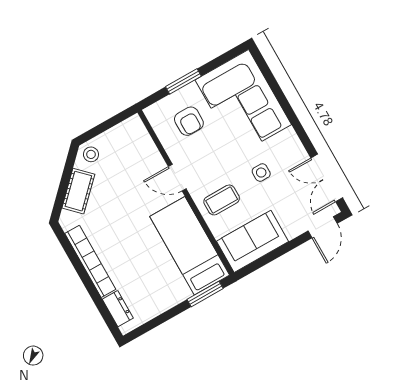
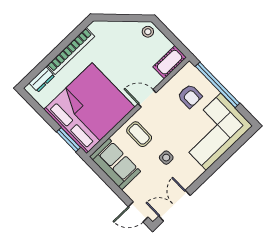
window: (183, 81) -> (217, 85), width x2.11
armchair: (189, 121) -> (190, 96), turned -90
door: (177, 178) -> (147, 98), hinge flipped
cot: (78, 191) -> (170, 62), moved, turned -45
bed: (190, 246) -> (89, 108), width x2.04

